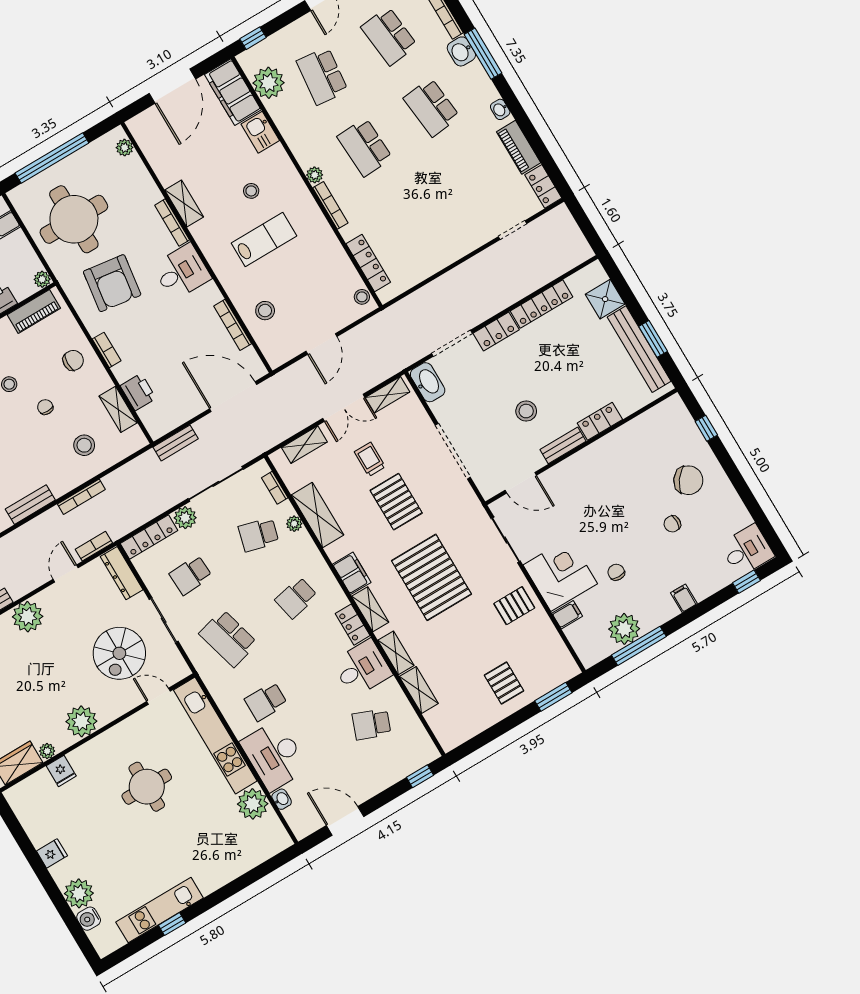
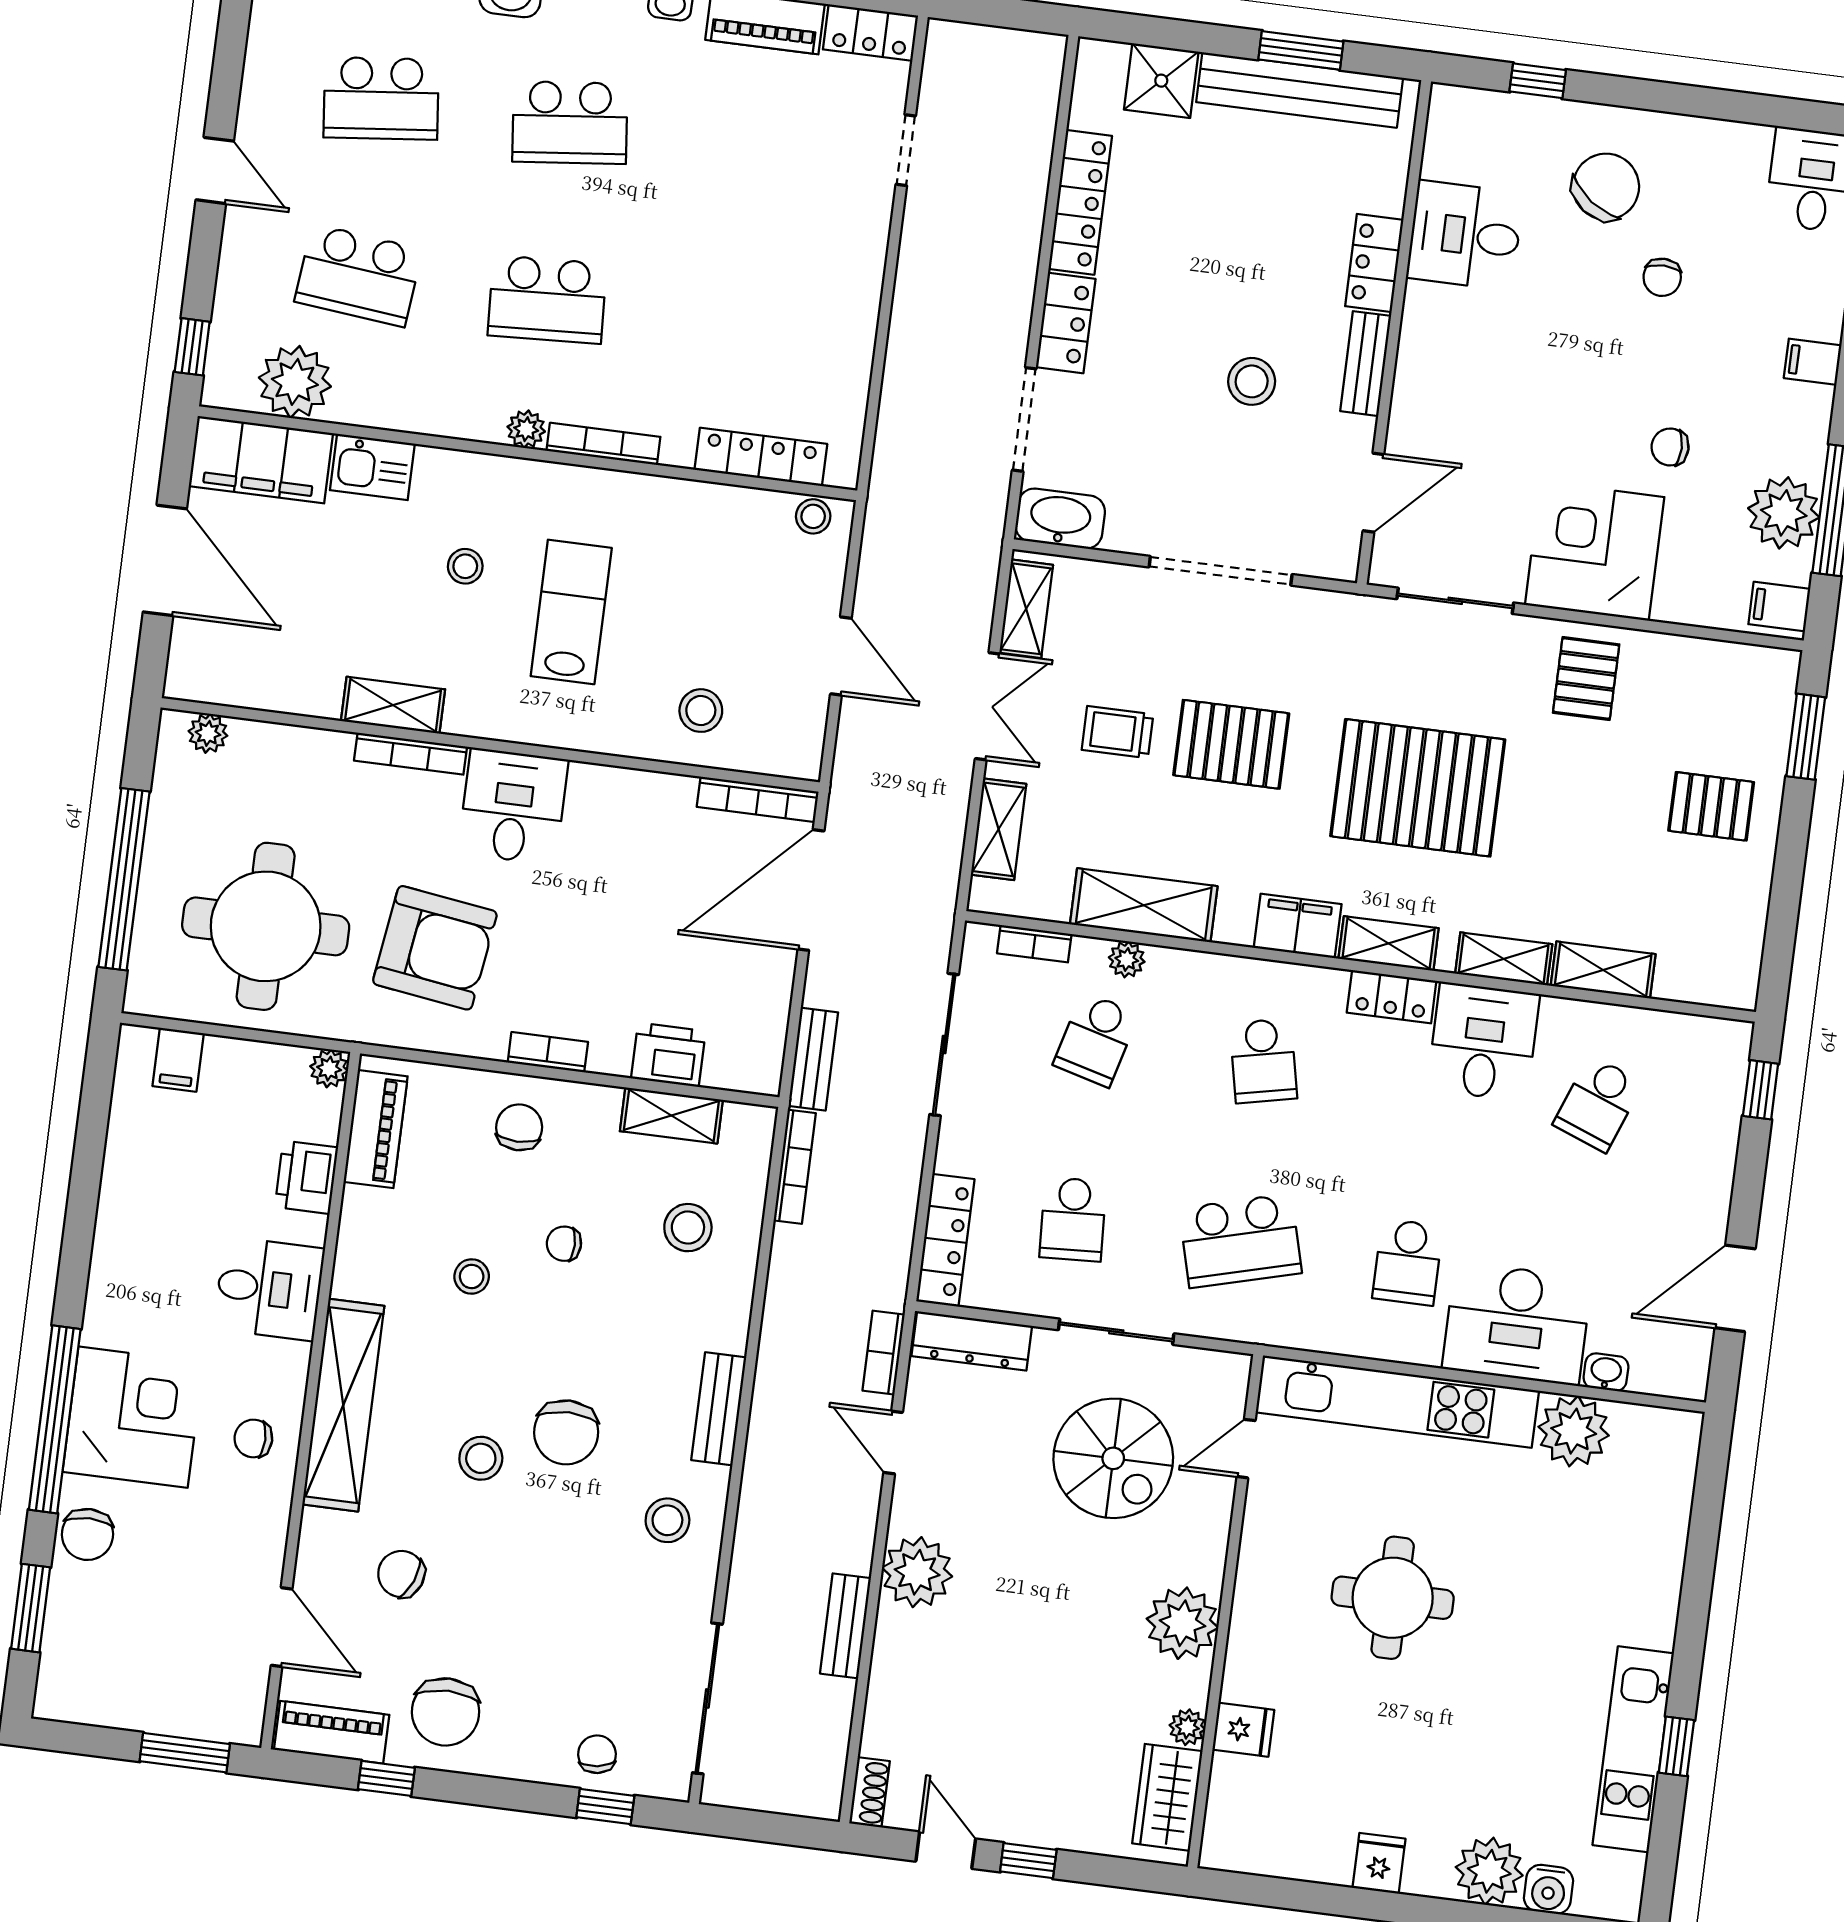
bookcase: (233, 325) -> (758, 799), moved
desk: (634, 445) -> (1465, 235), added
bookcase: (81, 497) -> (795, 1167), moved
plant: (185, 518) -> (962, 1148), removed
filing cabinet: (567, 615) -> (1779, 607), moved, turned -90

